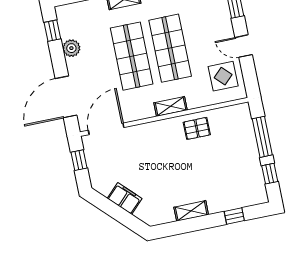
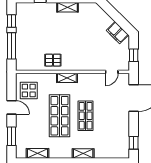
plant: (71, 48) -> (124, 129), removed
shop shelf: (132, 56) -> (86, 116), width x0.70, depth x0.74
door: (106, 129) -> (112, 72), width x0.53
filing cabinet: (125, 198) -> (117, 33), moved

